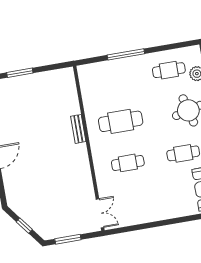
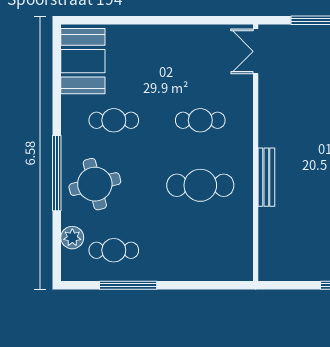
window: (126, 54) -> (128, 285), moved
bench: (78, 129) -> (266, 177), width x1.36

